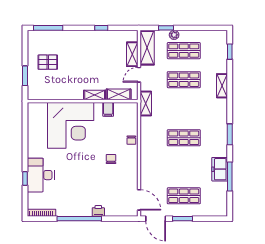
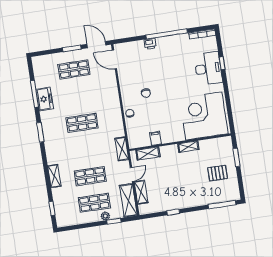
shelving: (95, 95) -> (188, 147), moved
corner desk: (71, 125) -> (204, 116), moved

